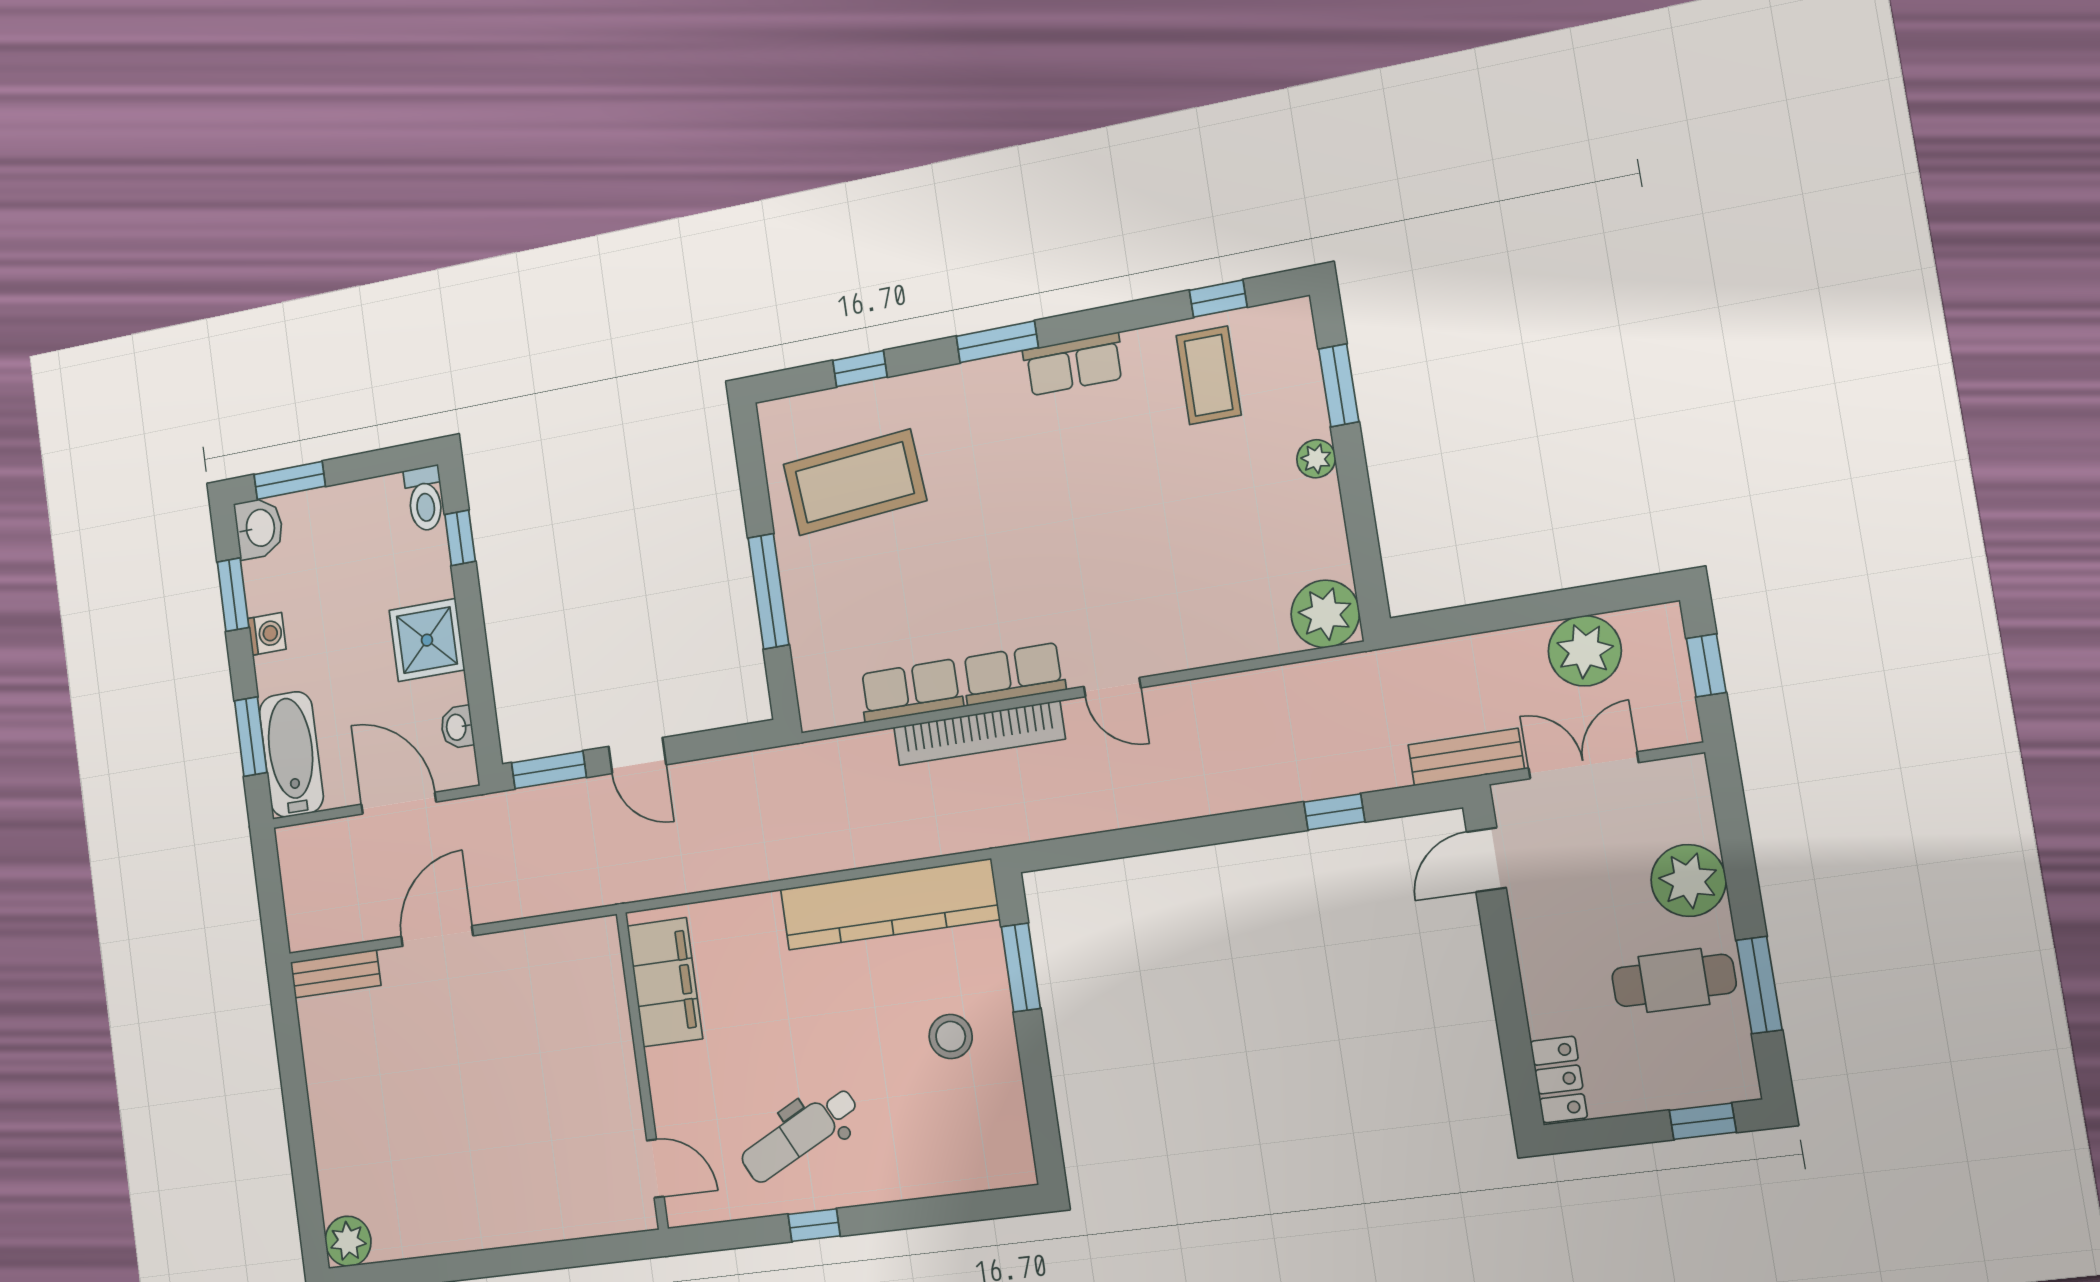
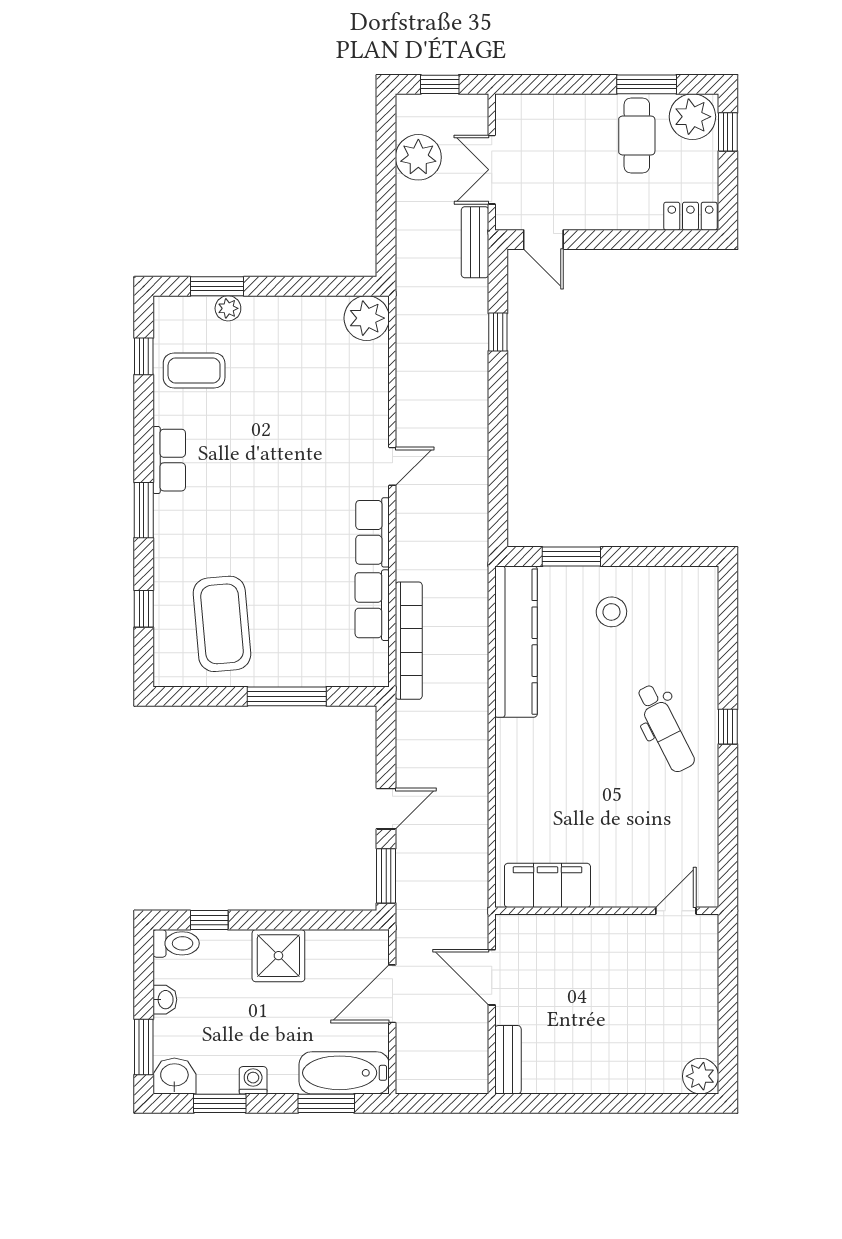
plant: (1316, 459) -> (228, 308), moved
washbasin: (457, 727) -> (165, 1000), moved, turned -90
bookcase: (979, 733) -> (409, 641), moved
plant: (1688, 880) -> (692, 117), moved
filing cabinet: (665, 982) -> (547, 885), moved
wall: (642, 1070) -> (607, 911), moved
door: (655, 1169) -> (676, 911), moved

